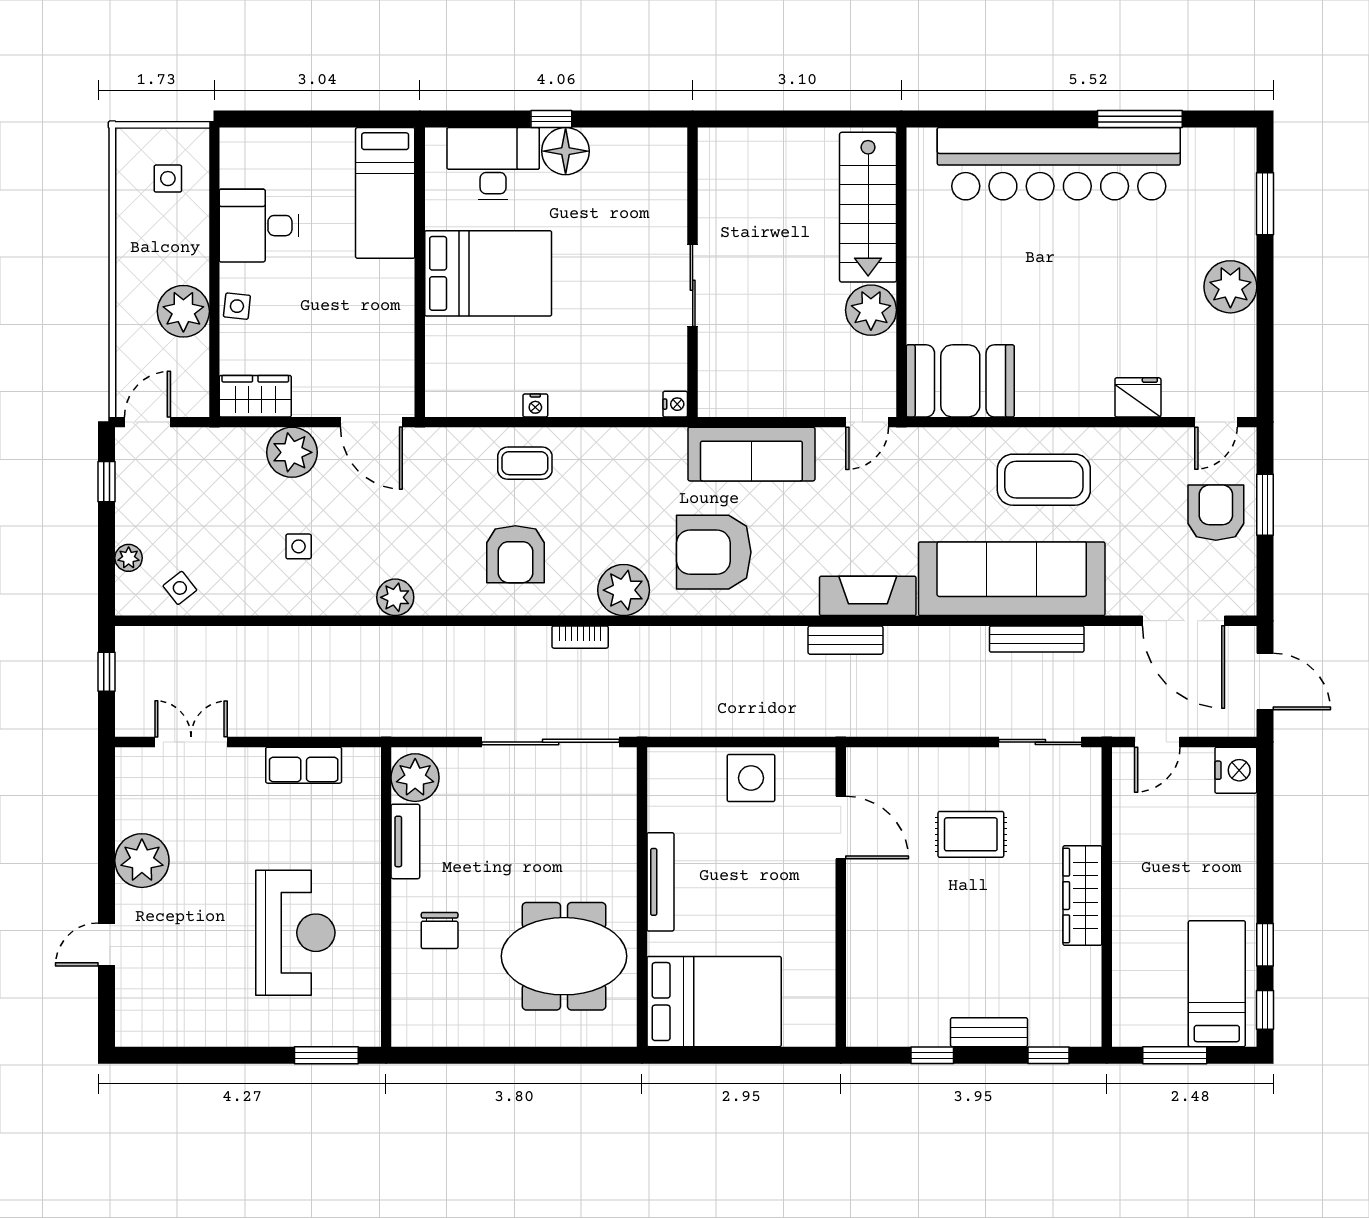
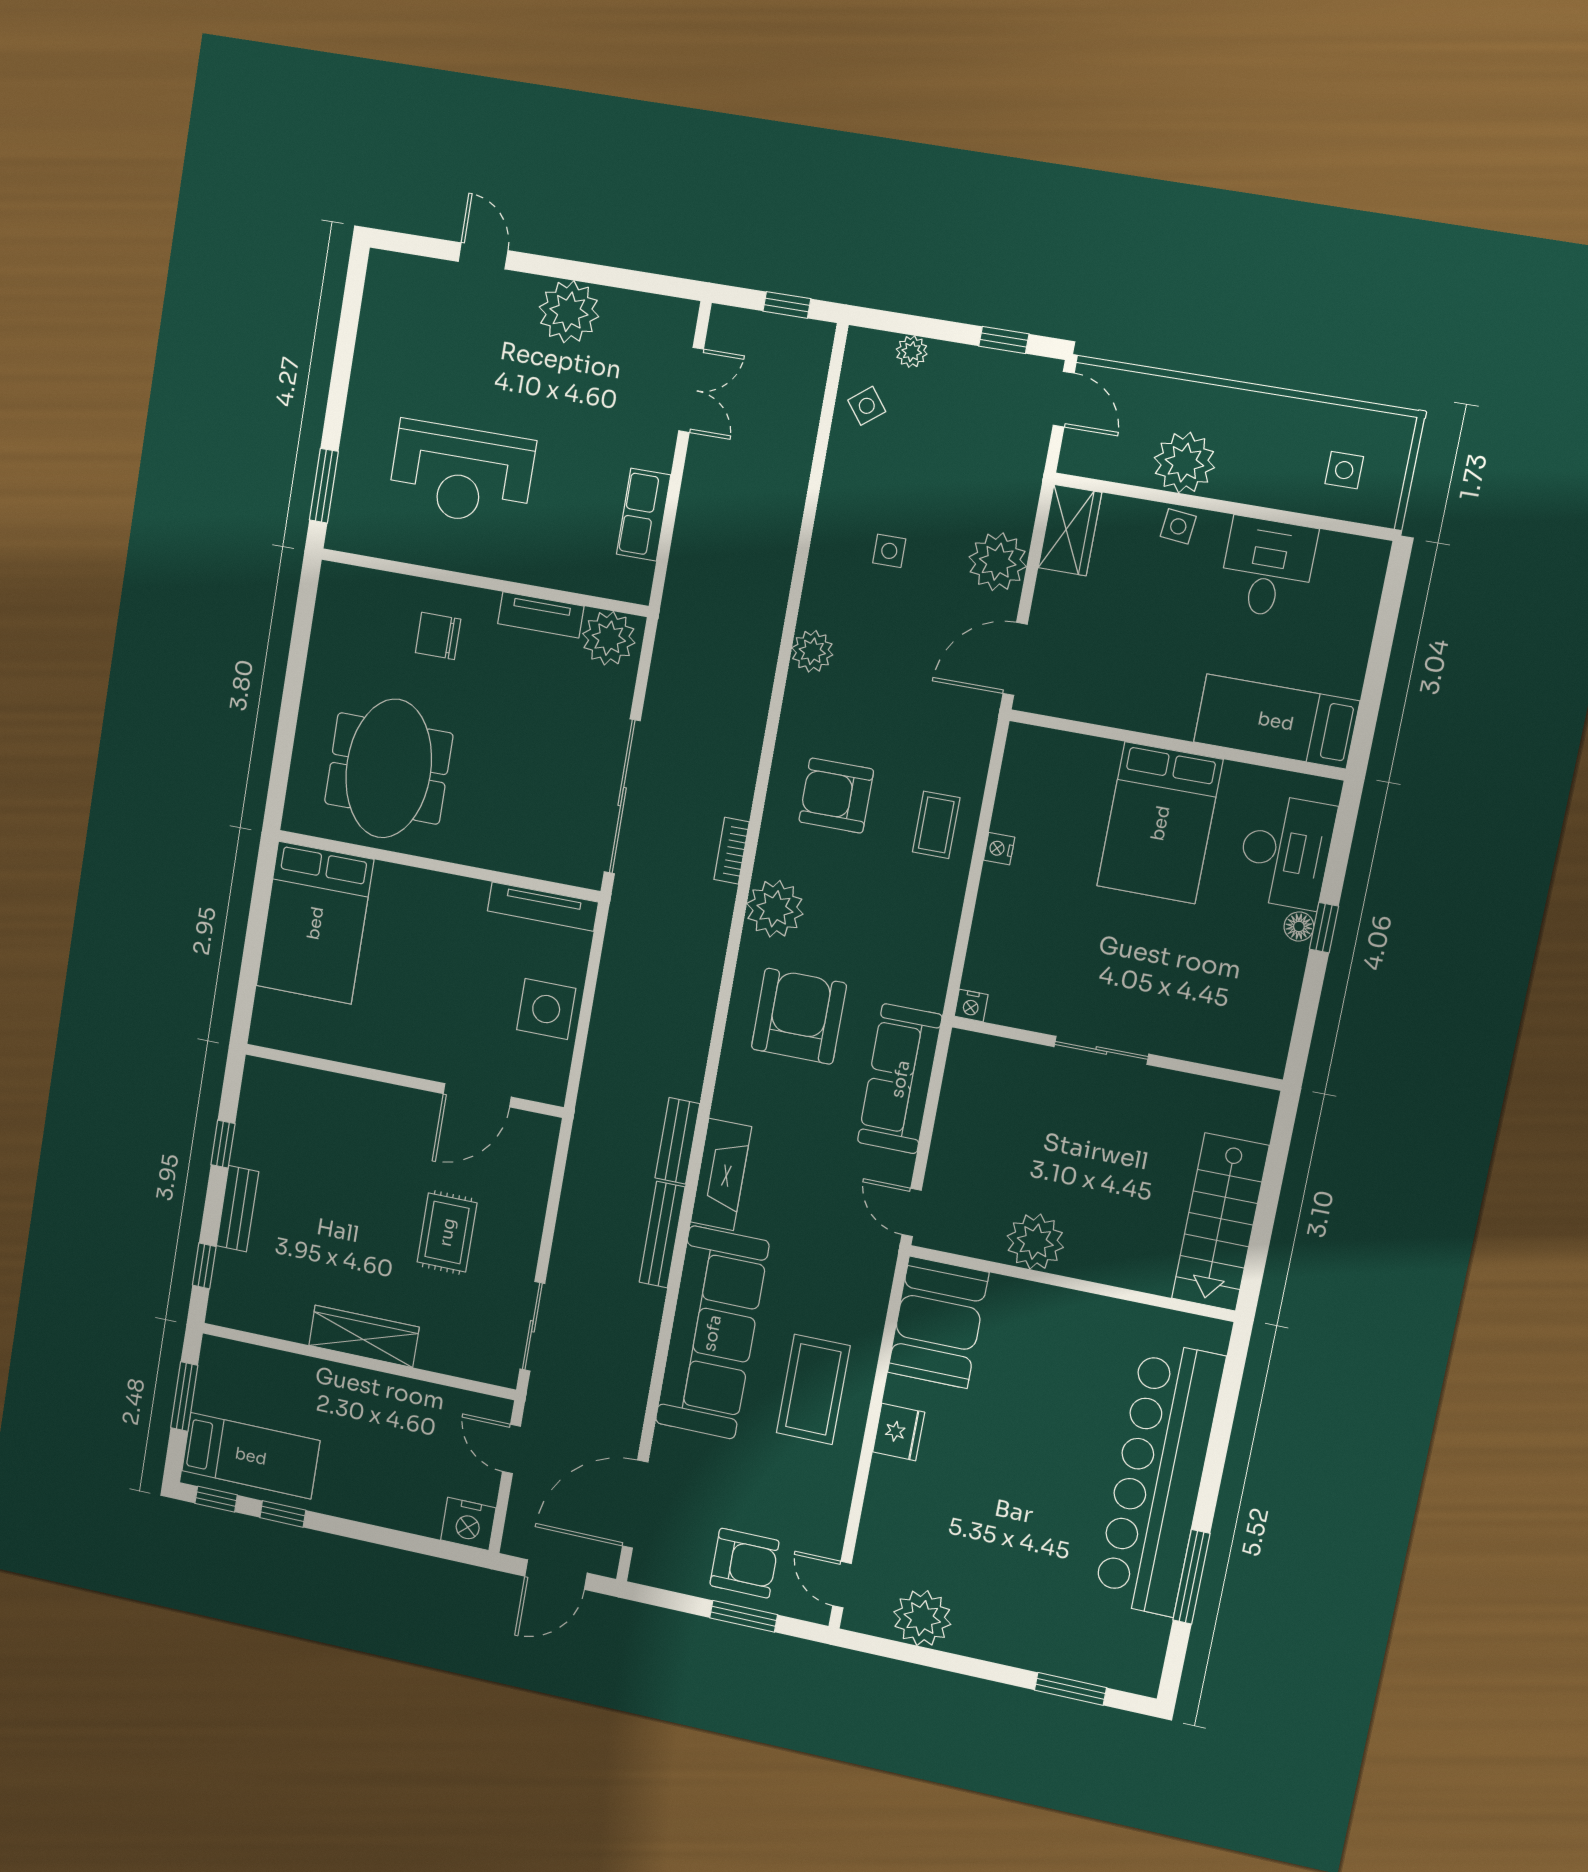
floor lamp: (566, 151) -> (1299, 927), width x0.53, depth x0.53
stairs: (868, 207) -> (1220, 1222), moved, turned -90
plant: (1230, 287) -> (922, 1618), moved
fridge: (1138, 397) -> (899, 1432), moved
bench: (1037, 639) -> (662, 1235), moved
tv unit: (660, 882) -> (543, 907), moved

